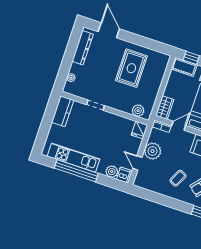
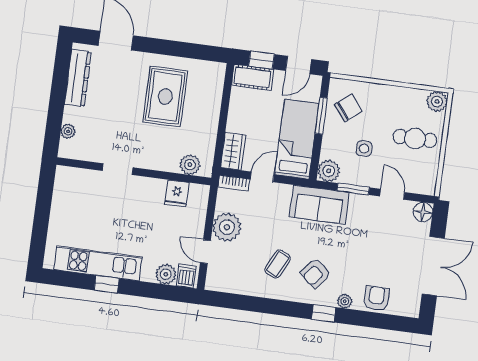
kitchen counter: (63, 111) -> (65, 190), removed
fridge: (139, 130) -> (177, 193), moved
window: (76, 171) -> (107, 284), width x0.32

